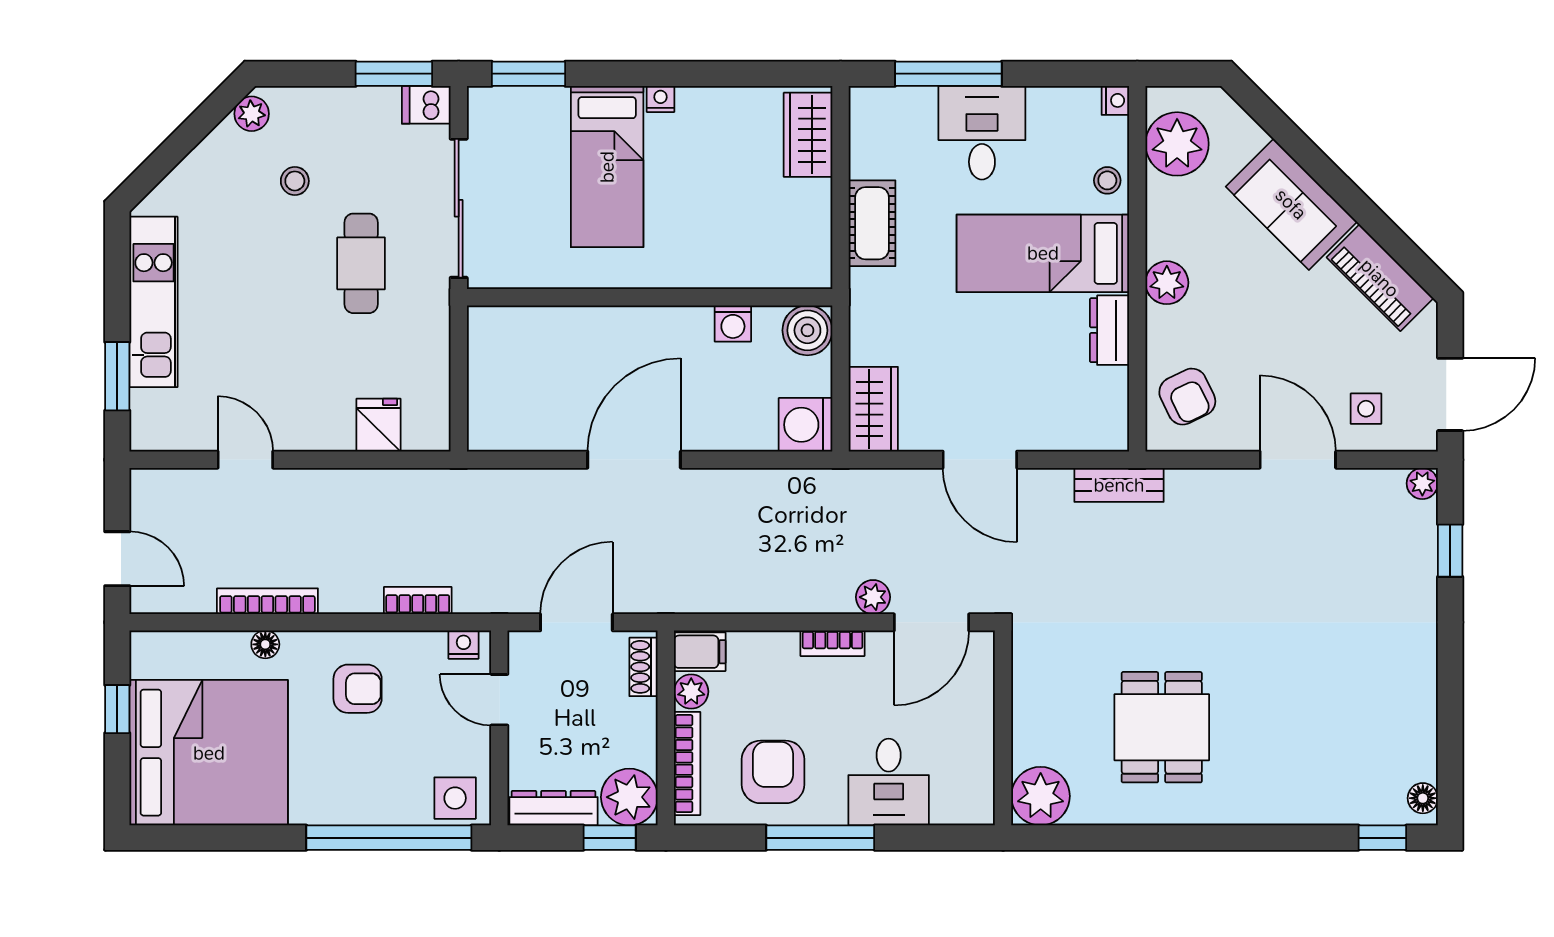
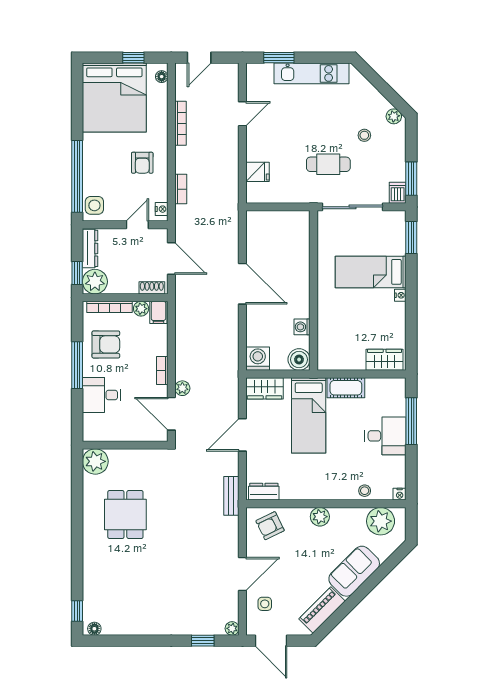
bed: (1043, 253) -> (309, 415), moved, turned 180
dresser: (1110, 330) -> (264, 492), moved
floor lamp: (265, 644) -> (162, 77), moved
dining table: (1162, 727) -> (125, 515), turned 90

